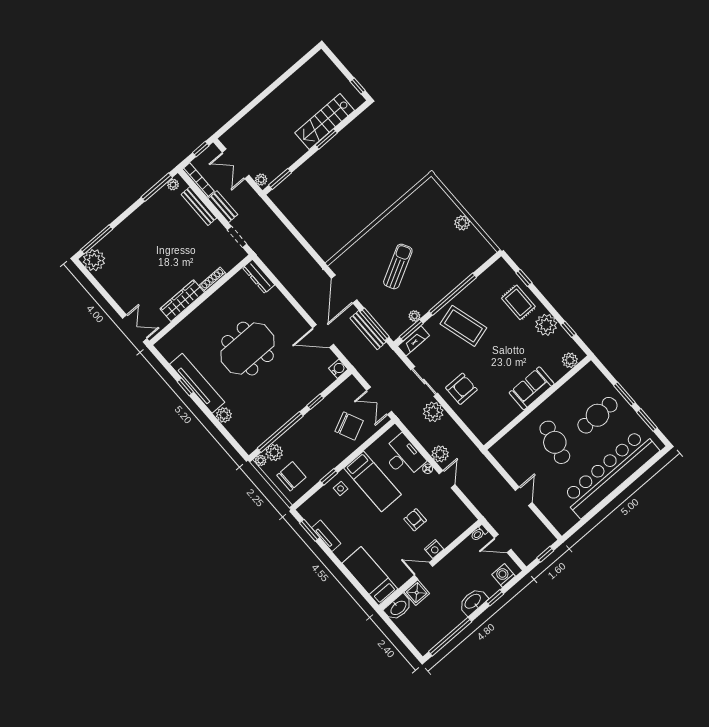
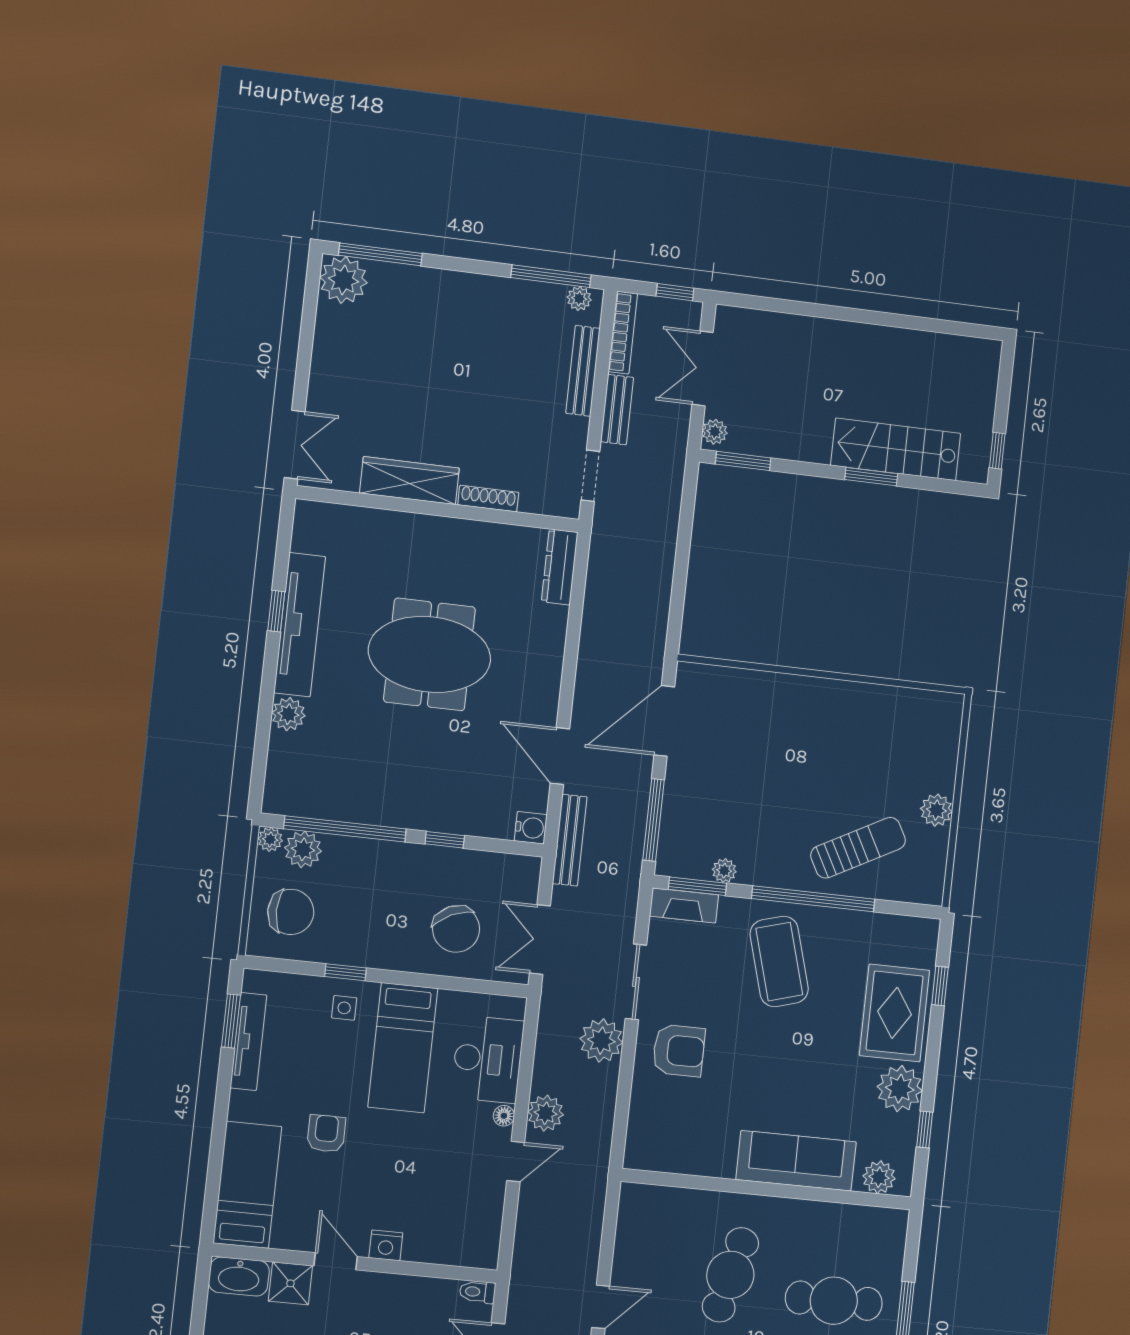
sun lounger: (398, 266) -> (858, 848), moved
rug: (518, 302) -> (895, 1013), width x1.36, depth x1.43
bench: (368, 330) -> (570, 840), moved
sofa: (532, 388) -> (796, 1161), width x1.36
armchair: (415, 520) -> (326, 1133), moved
tv unit: (326, 536) -> (248, 1042), width x1.41

